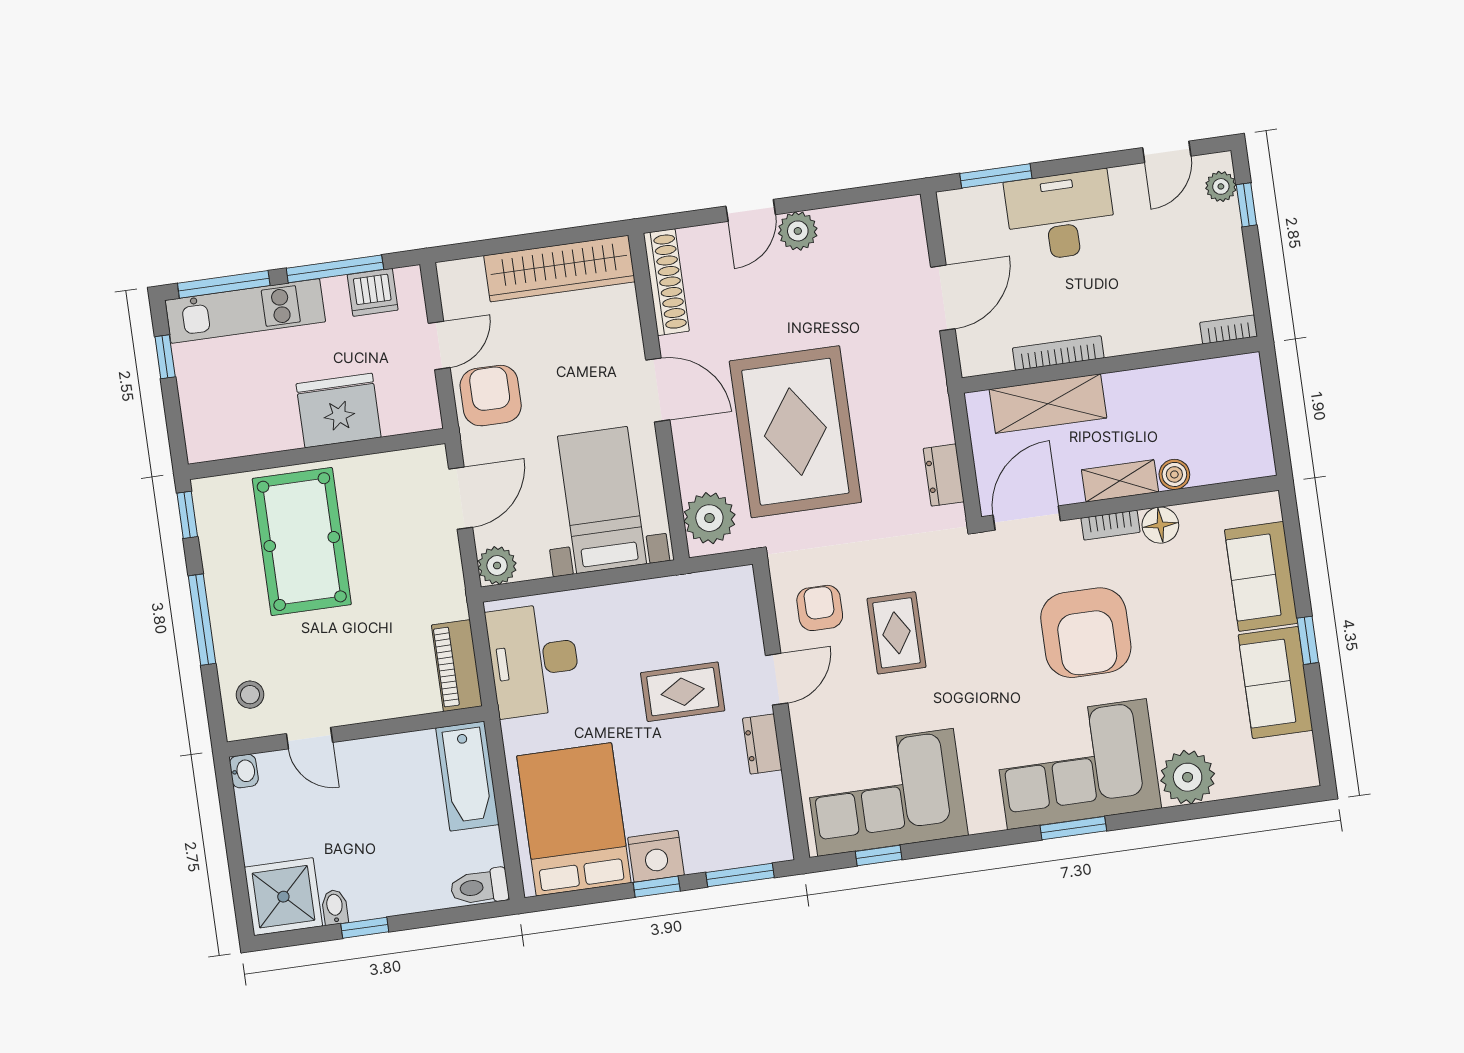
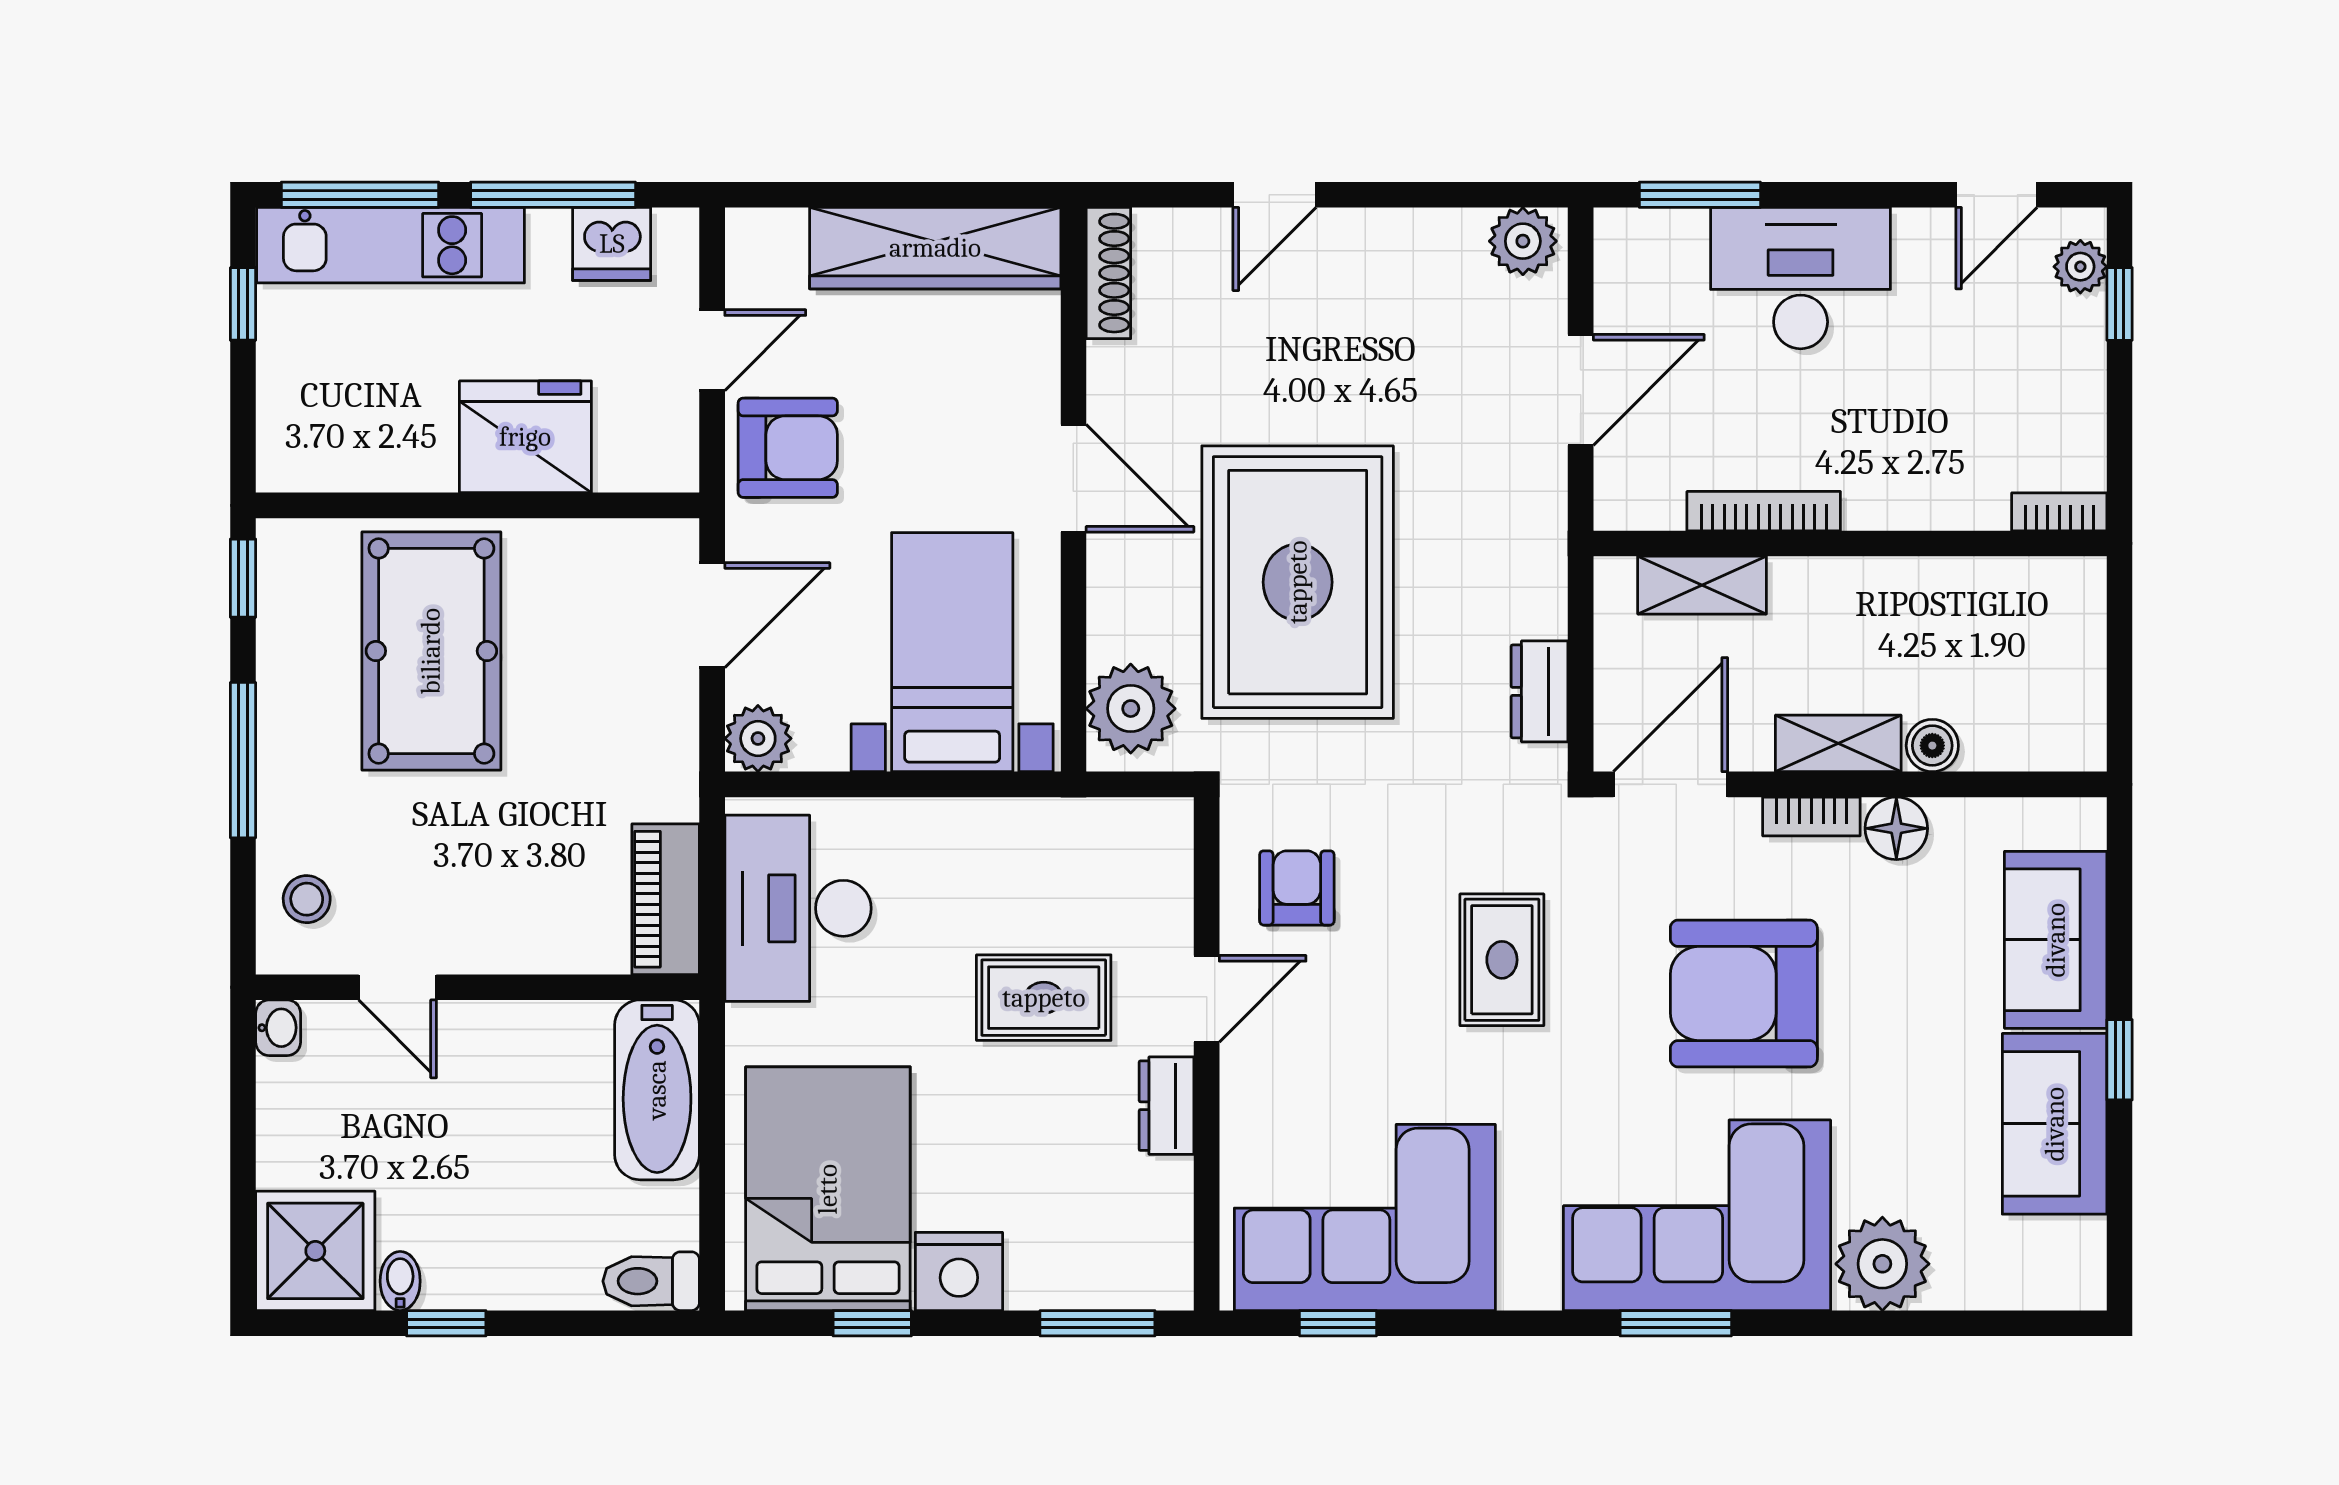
plant: (798, 231) -> (1523, 241), moved
shoe rack: (666, 282) -> (1108, 273), width x0.74, depth x0.81
armchair: (491, 396) -> (788, 448), turned 90
shelving: (1048, 404) -> (1702, 585), width x0.67, depth x0.75
rug: (897, 633) -> (1502, 960), moved
armchair: (1086, 633) -> (1744, 994), turned 90
window: (657, 887) -> (872, 1323), moved

